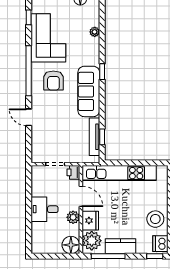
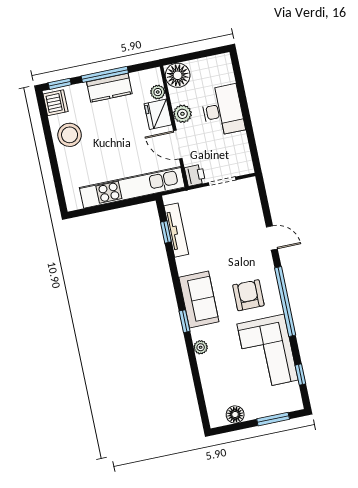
plant: (95, 32) -> (201, 347), moved
sofa: (89, 91) -> (199, 299), width x0.73
desk: (44, 209) -> (223, 110), width x1.37
plant: (92, 241) -> (158, 92), width x0.53, depth x0.53
window: (108, 256) -> (105, 74), moved

